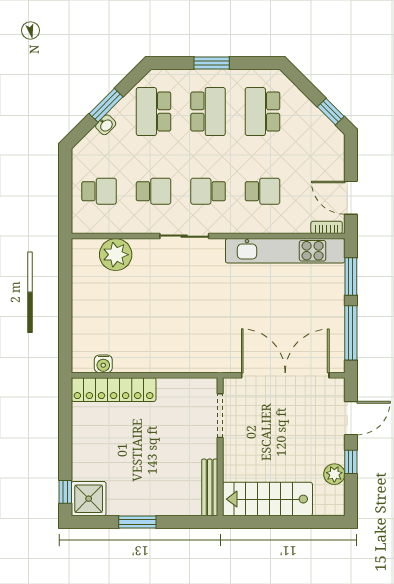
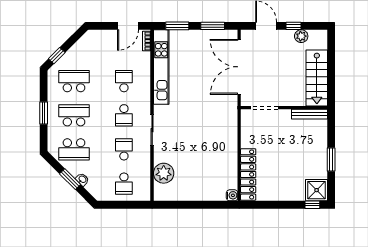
school desk: (263, 112) -> (74, 81), turned 180
window: (331, 112) -> (57, 56), moved
school desk: (99, 191) -> (124, 184), turned 180
window: (351, 333) -> (213, 26), width x0.69
water cooler: (103, 364) -> (232, 195), moved

